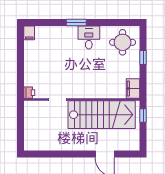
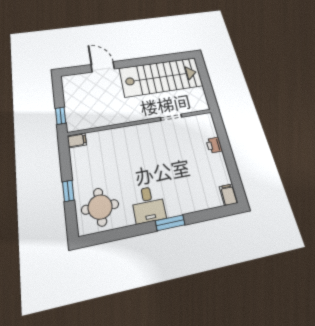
filing cabinet: (133, 88) -> (77, 140), width x0.50
printer: (29, 93) -> (214, 145), moved
stairs: (102, 115) -> (161, 77), moved, turned 180

